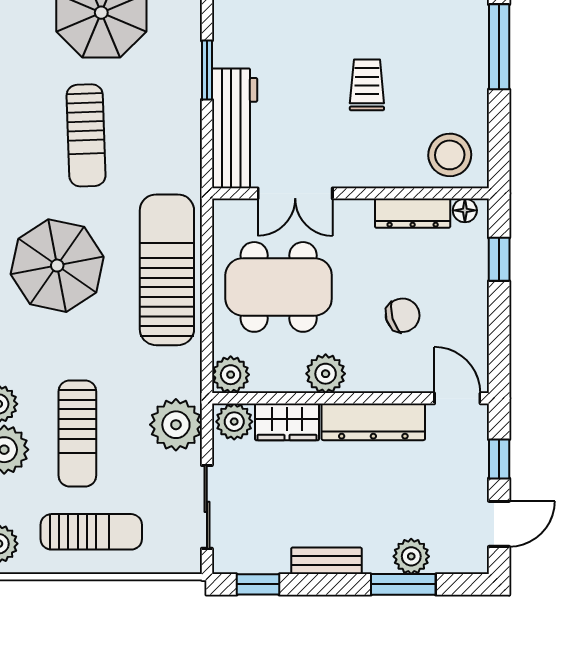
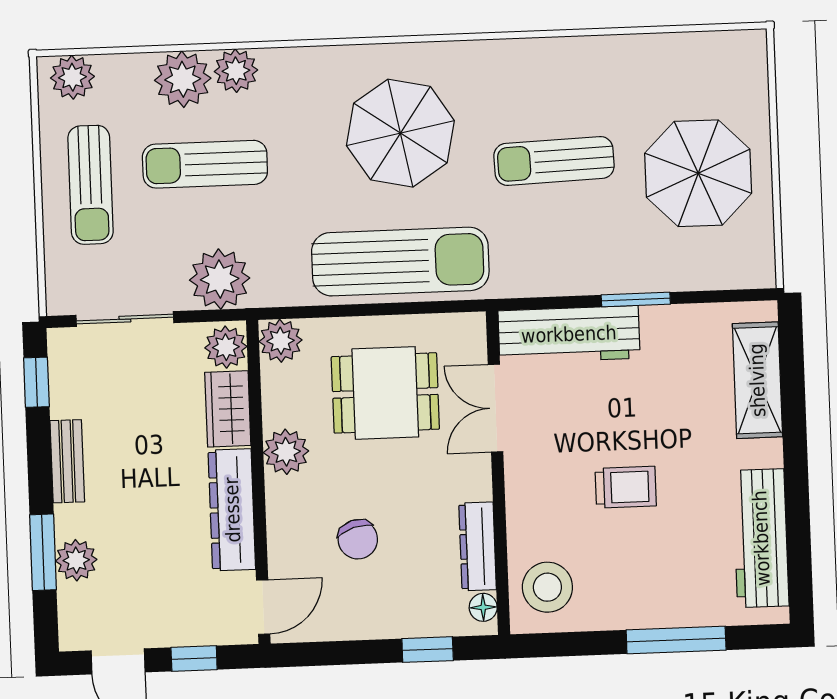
dining table: (279, 287) -> (385, 393), width x0.73

